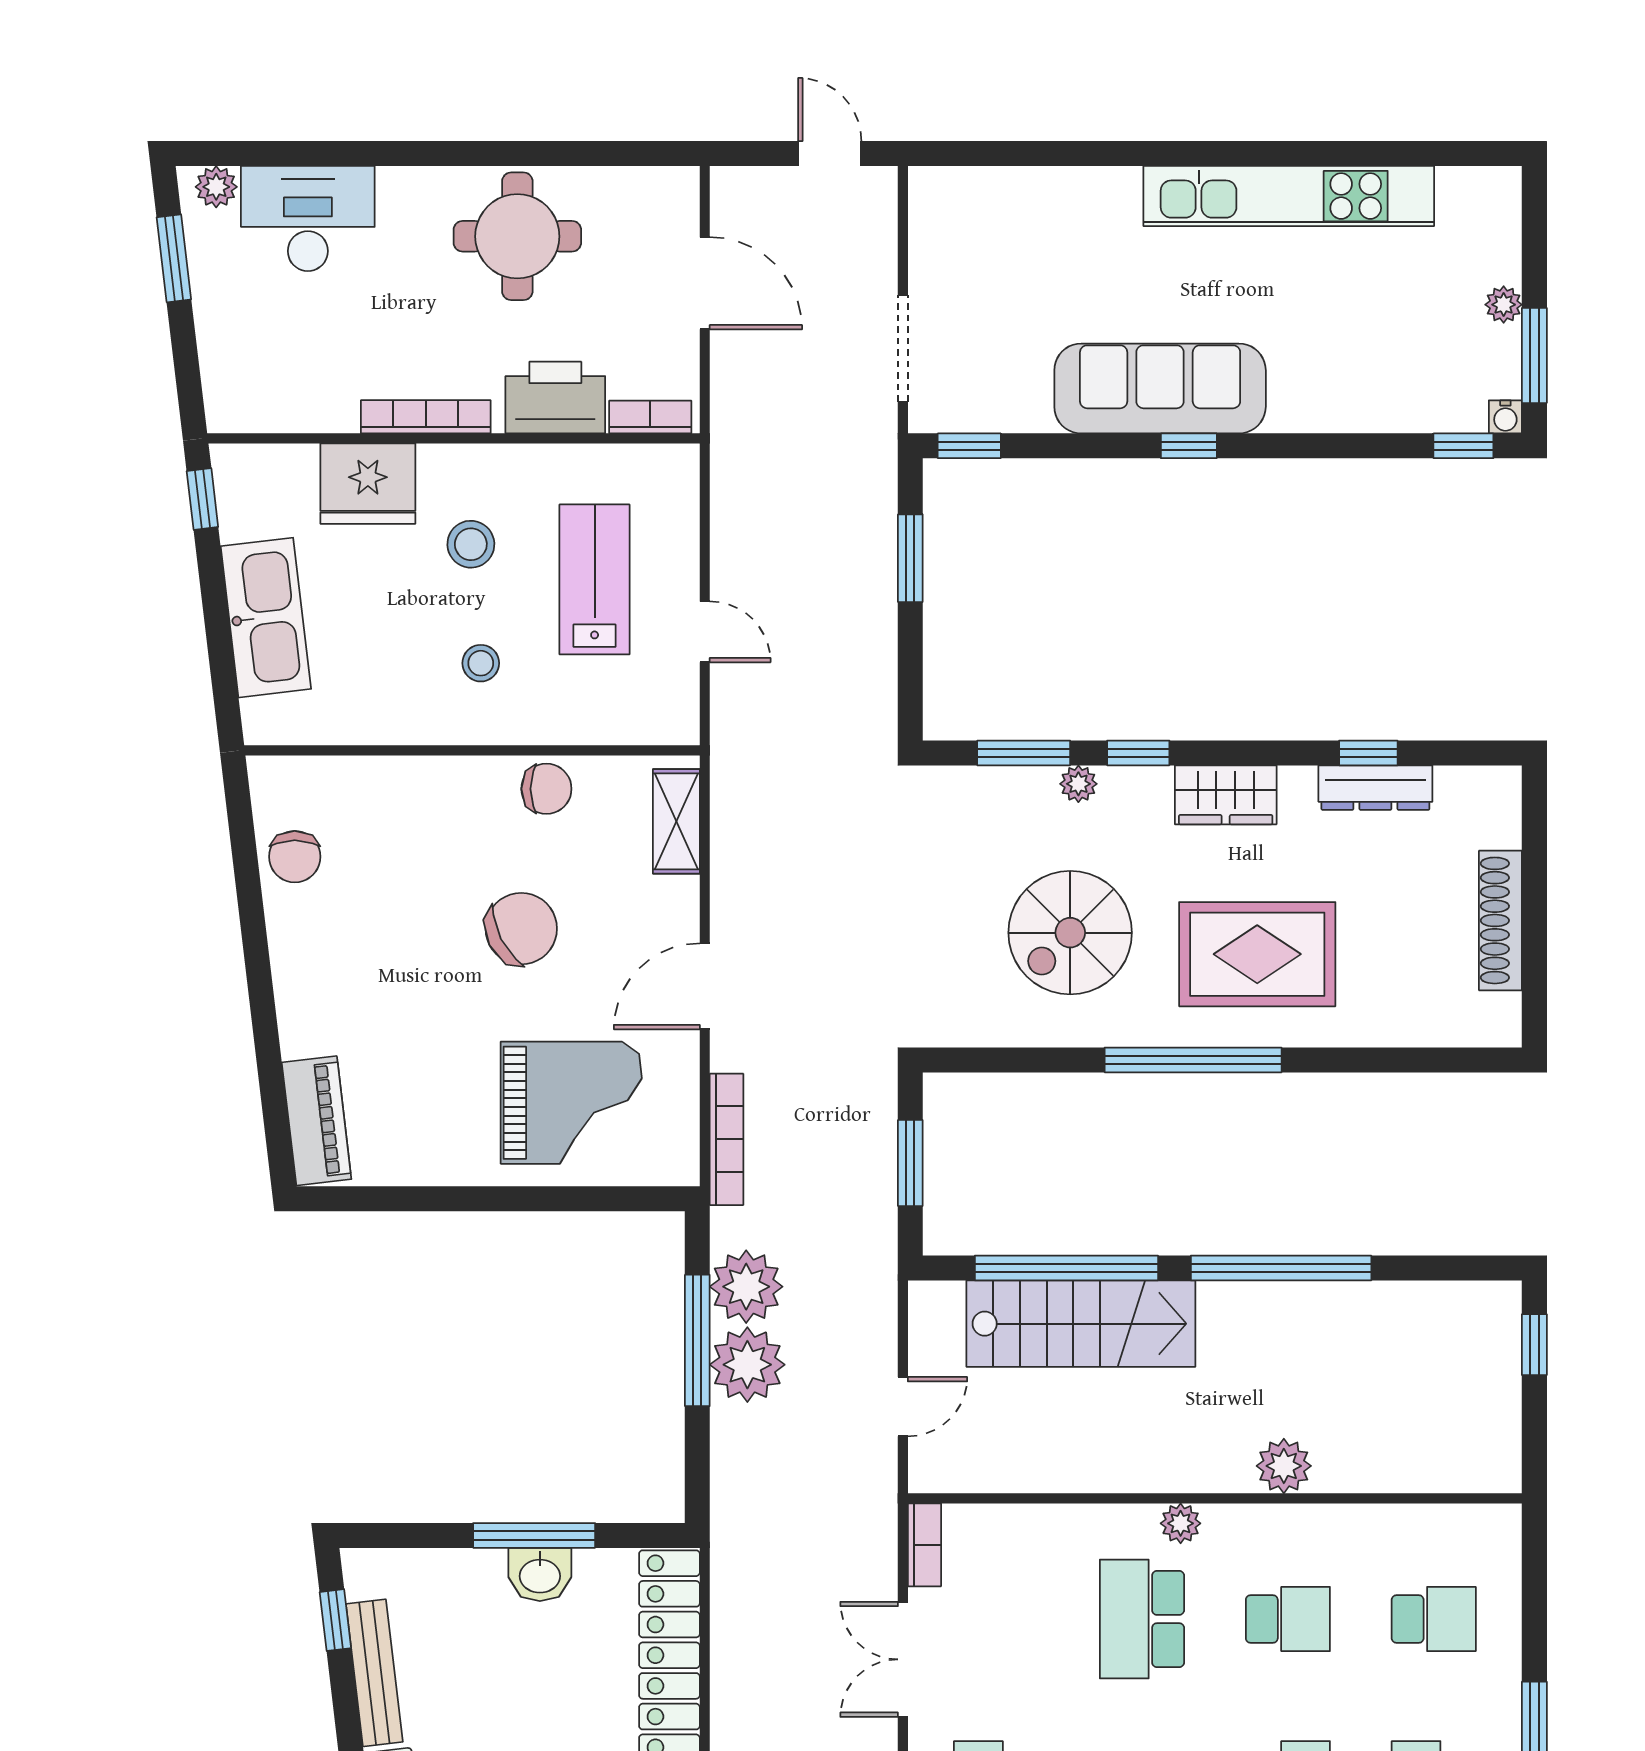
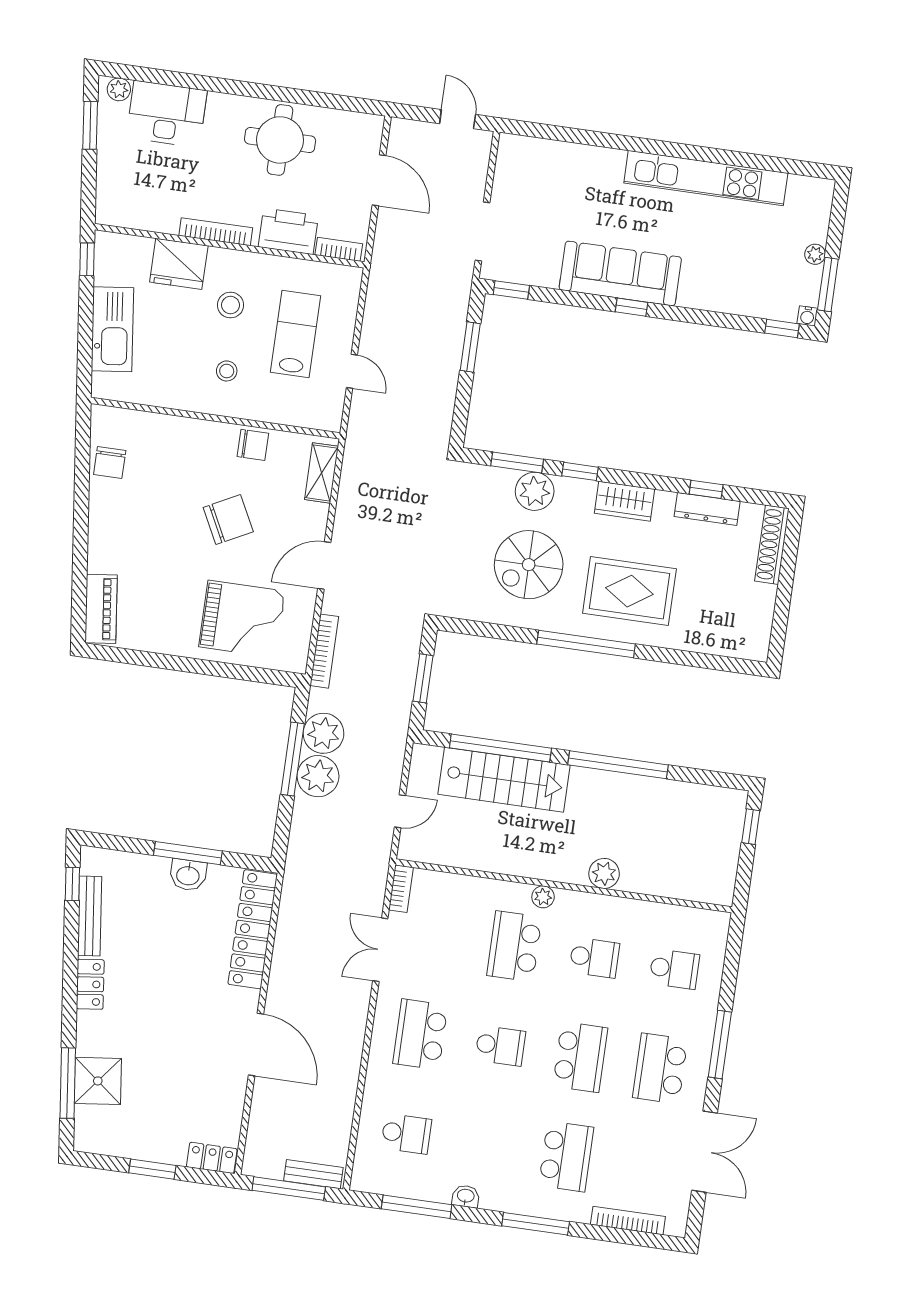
plant: (1078, 784) -> (535, 491), width x1.88, depth x1.88
shoe rack: (1500, 920) -> (772, 545), moved

